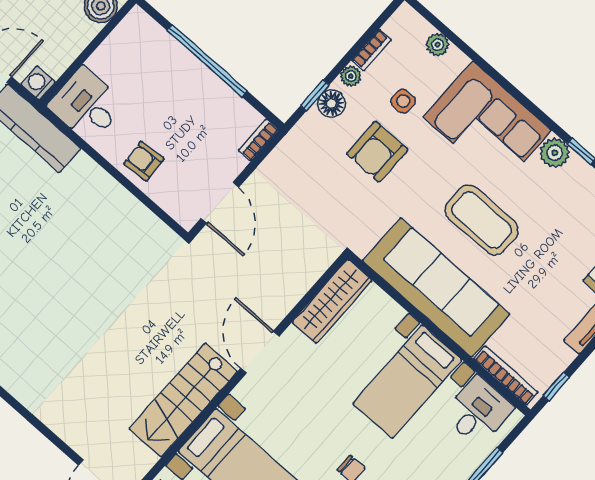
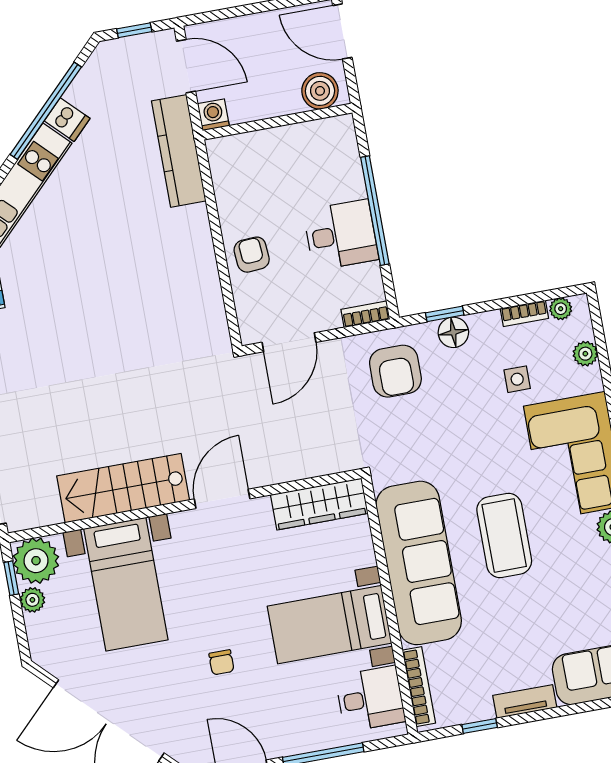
plant: (351, 76) -> (561, 309), moved
desk: (86, 105) -> (341, 235), moved, turned 90
armchair: (377, 152) -> (395, 371), moved, turned -90
window: (556, 387) -> (480, 726), moved

